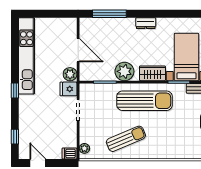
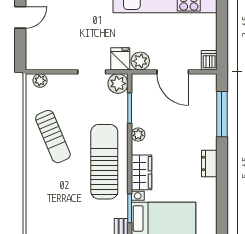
door: (78, 50) -> (173, 72), hinge flipped
plant: (124, 71) -> (138, 135), width x0.53, depth x0.53
plant: (87, 91) -> (118, 84), added
sun lounger: (145, 101) -> (104, 162), turned 180
dishwasher: (69, 154) -> (209, 60), moved

